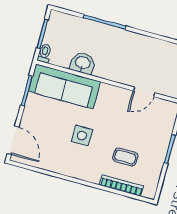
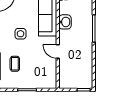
door: (144, 92) -> (58, 52), moved

